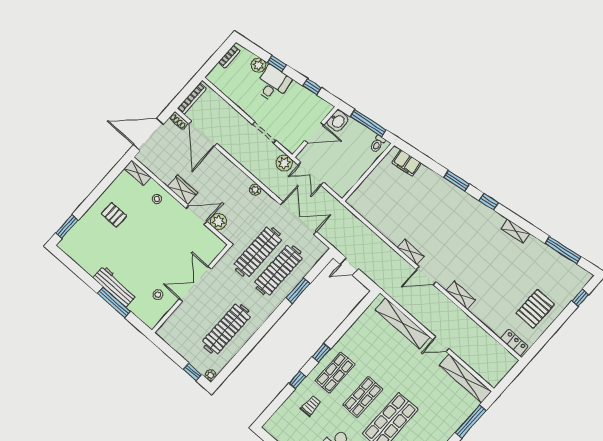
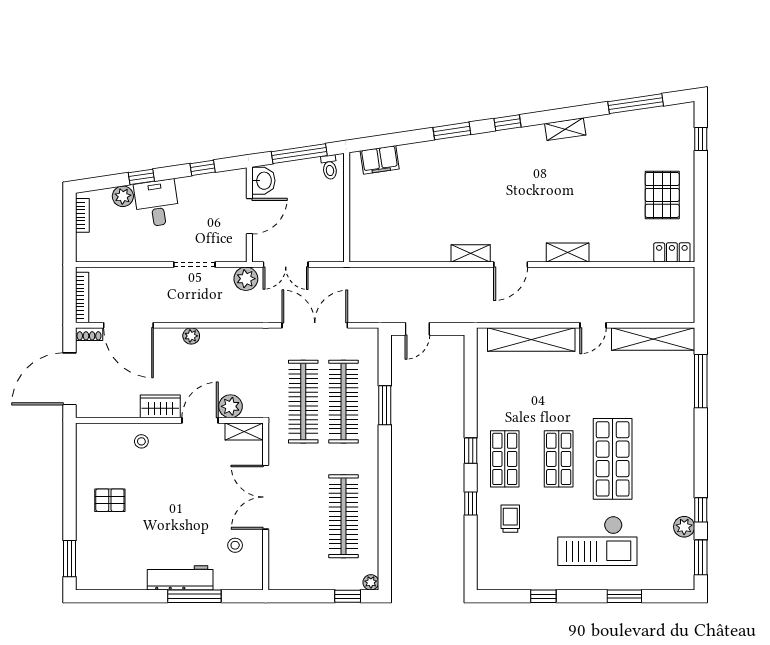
shelving: (138, 173) -> (244, 431), moved
plant: (255, 190) -> (191, 336), moved

